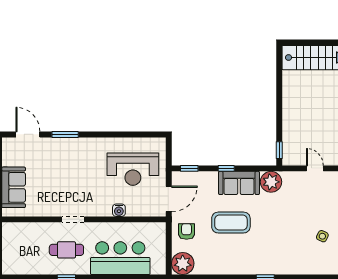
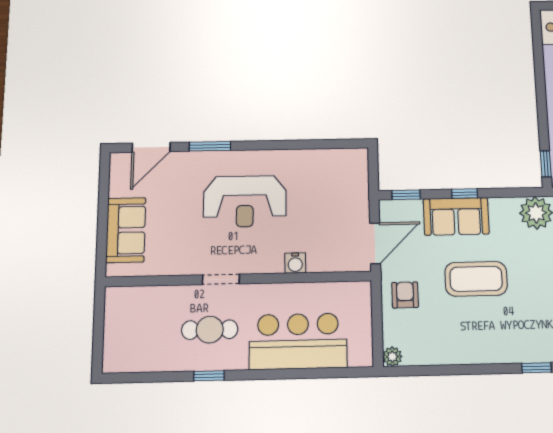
door: (28, 134) -> (151, 147), swing flipped
reception desk: (133, 169) -> (245, 201), moved
sofa: (239, 183) -> (456, 216), moved
plant: (183, 263) -> (392, 357), width x0.53, depth x0.53

